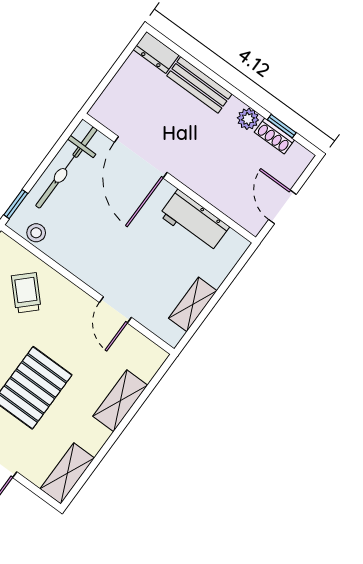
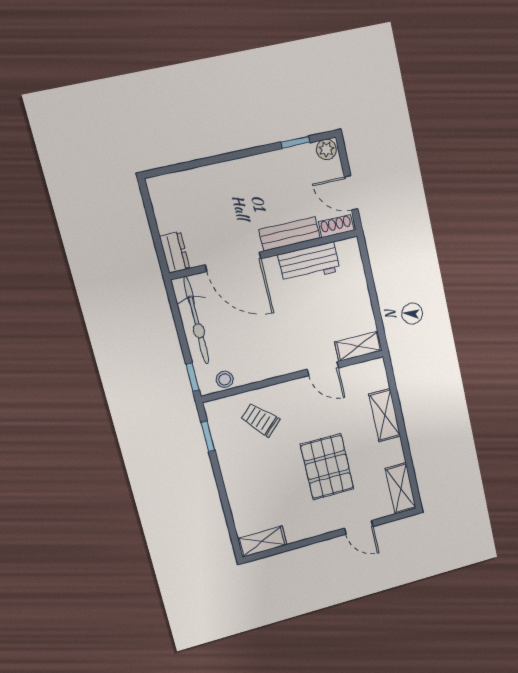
dresser: (156, 52) -> (175, 252), moved, turned -90
bench: (199, 85) -> (290, 234), moved
plant: (248, 119) -> (326, 149), moved
shoe rack: (274, 136) -> (336, 226), moved, turned 180
shelving: (193, 304) -> (358, 346), moved, turned 90

